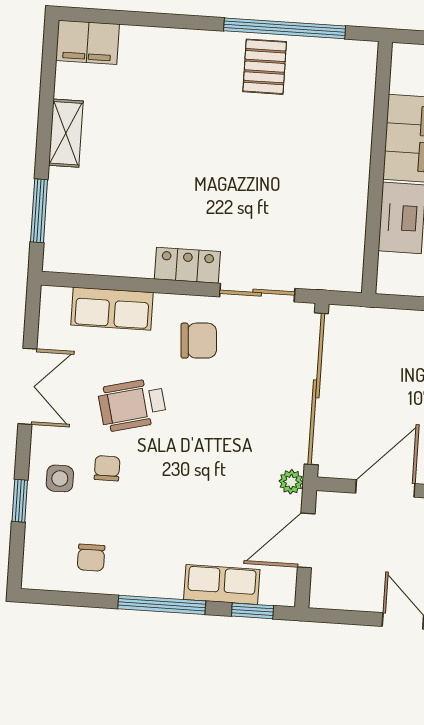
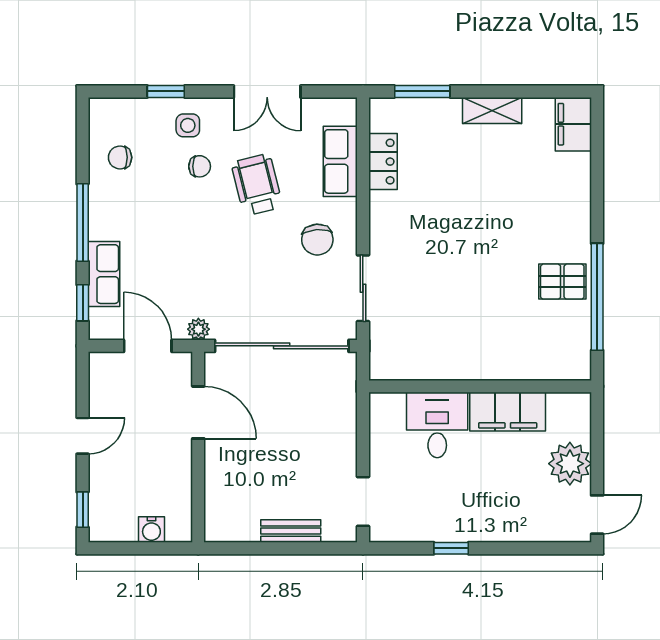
locker: (187, 265) -> (383, 162), moved

